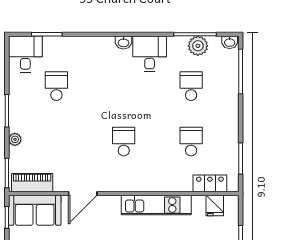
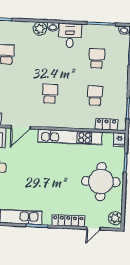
plant: (198, 46) -> (40, 29), moved
kitchen unit: (156, 205) -> (70, 137), width x1.36
fridge: (215, 206) -> (120, 140), moved

